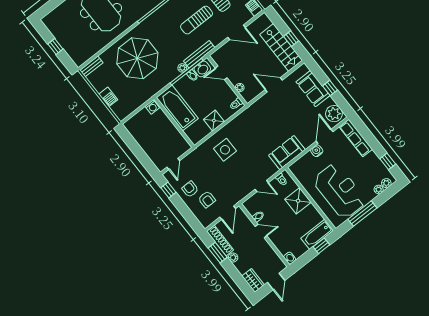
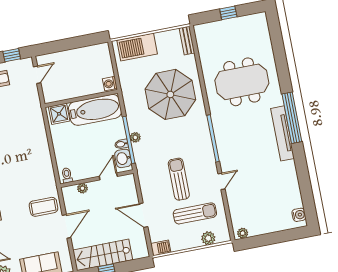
door: (236, 32) -> (143, 215), hinge flipped
bench: (199, 54) -> (141, 163), removed
barbecue: (108, 97) -> (137, 47), width x1.88, depth x1.53
coffee table: (268, 109) -> (44, 207), added
shower: (214, 121) -> (59, 114), moved
side table: (225, 150) -> (24, 138), removed
door: (173, 164) -> (37, 75), swing flipped

